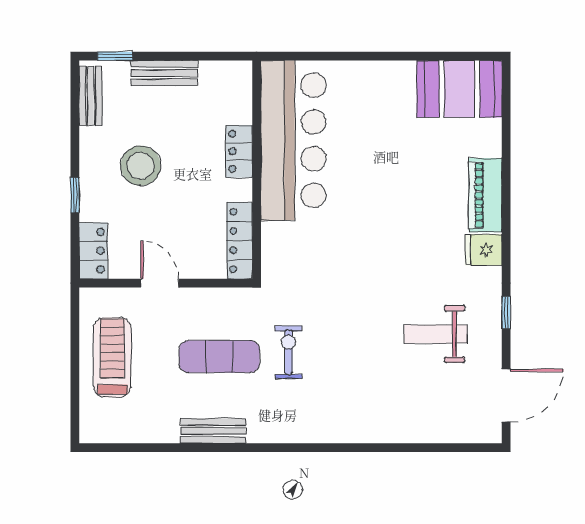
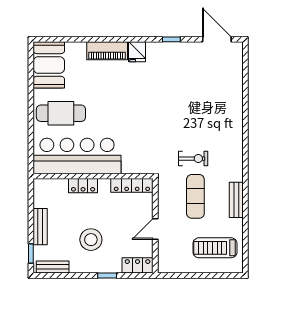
cafe table: (371, 111) -> (61, 113), added
weight bench: (436, 334) -> (183, 78), removed
exercise bike: (289, 352) -> (193, 159), turned 180
treadmill: (112, 357) -> (215, 248), moved

